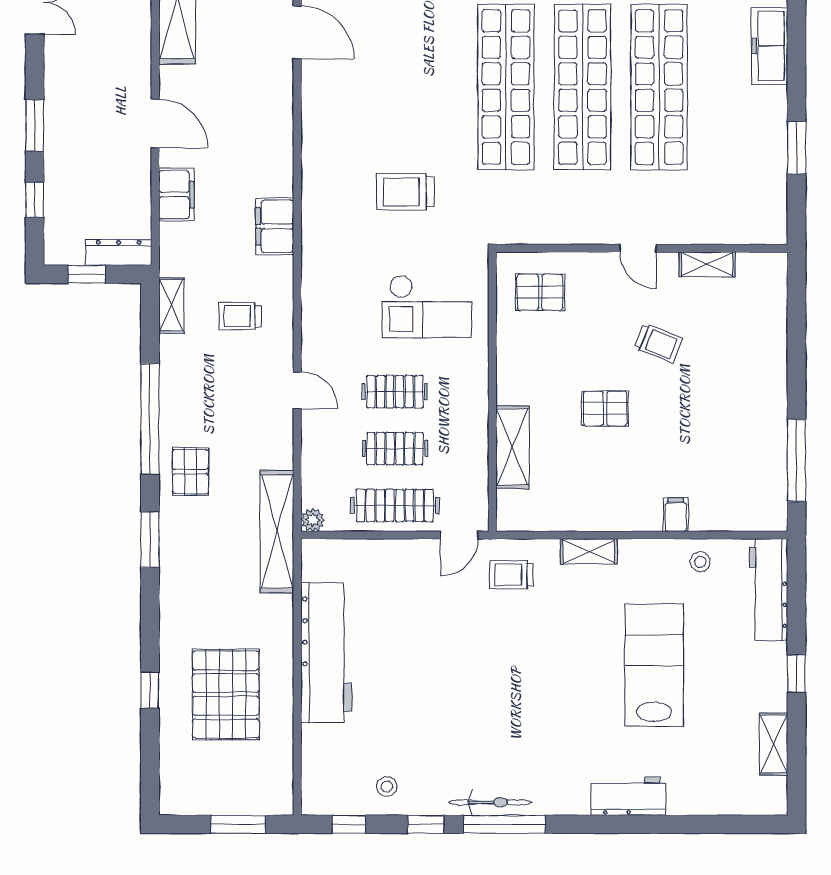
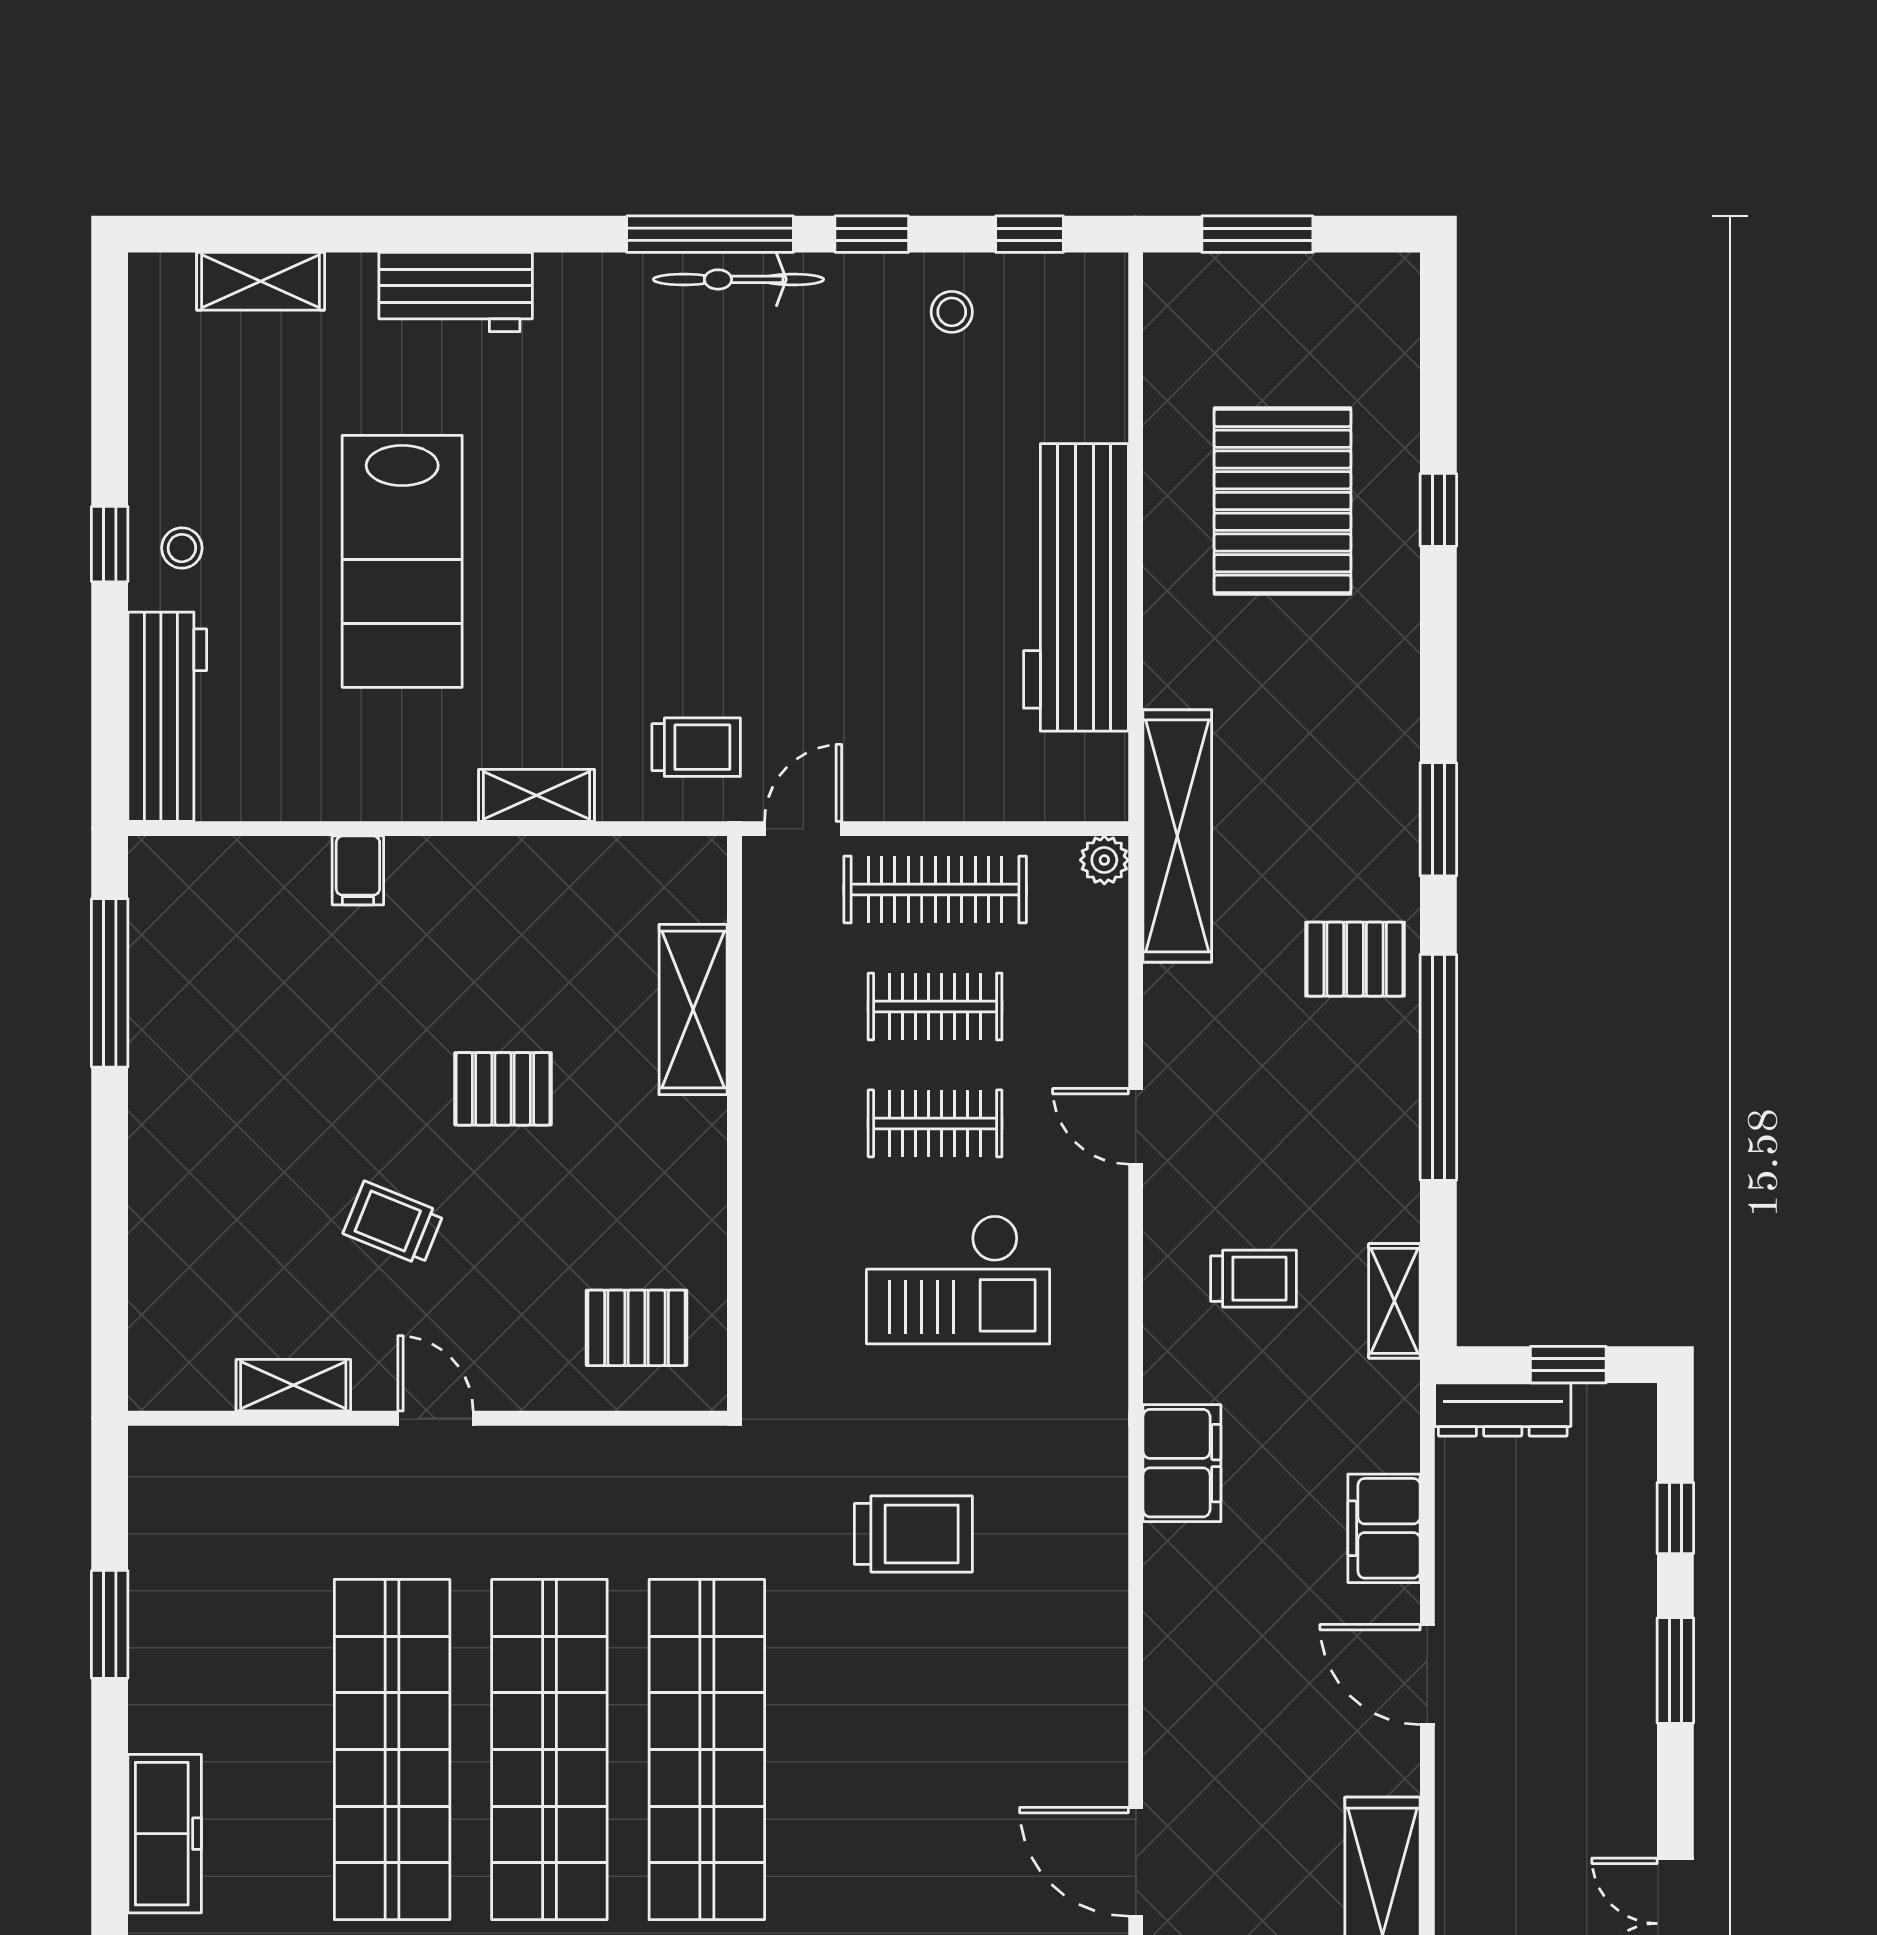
checkout: (427, 307) -> (958, 1280), moved, turned 180
pallet: (191, 472) -> (1355, 959), turned 90
stool: (700, 562) -> (182, 548), moved
shelving: (774, 744) -> (261, 281), moved, turned 90

